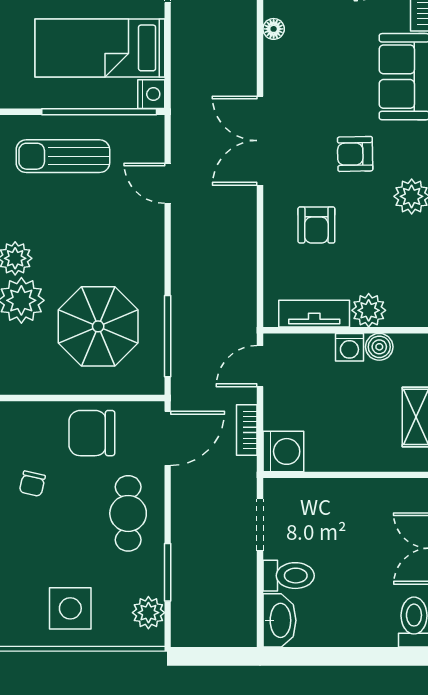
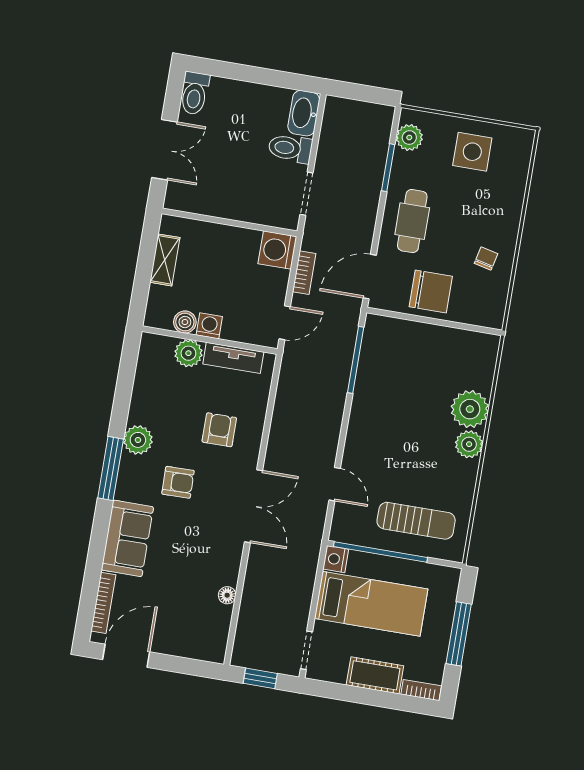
parasol: (98, 326) -> (411, 377), removed

